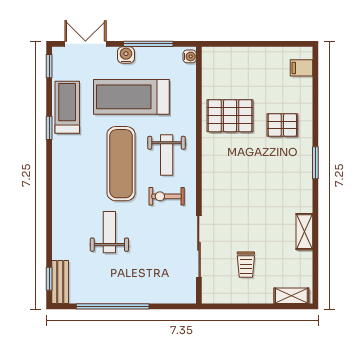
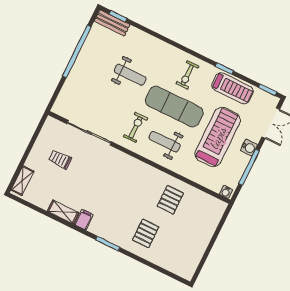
filing cabinet: (302, 68) -> (84, 220), moved
pallet: (230, 116) -> (170, 200), width x0.67, depth x0.71
exercise bike: (77, 166) -> (187, 75), added

